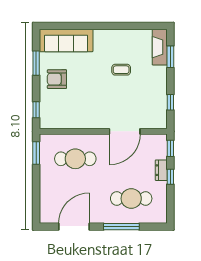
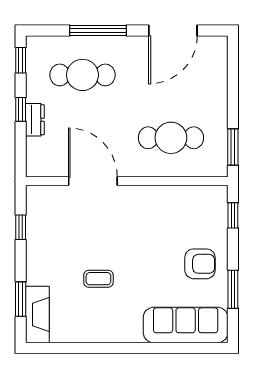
door: (125, 131) -> (93, 181), hinge flipped
window: (170, 148) -> (21, 60), moved

